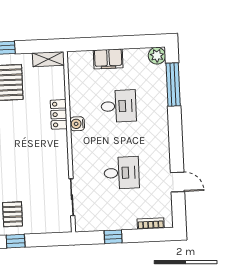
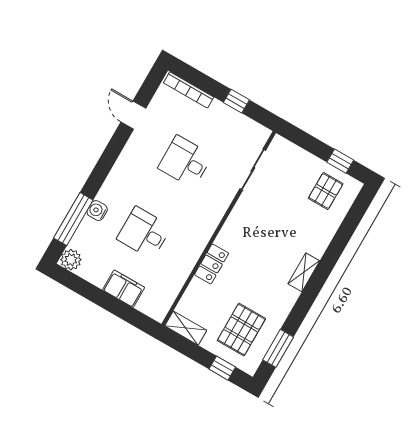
water cooler: (77, 124) -> (97, 211), moved, turned 180
bookcase: (151, 223) -> (189, 90), width x1.56

